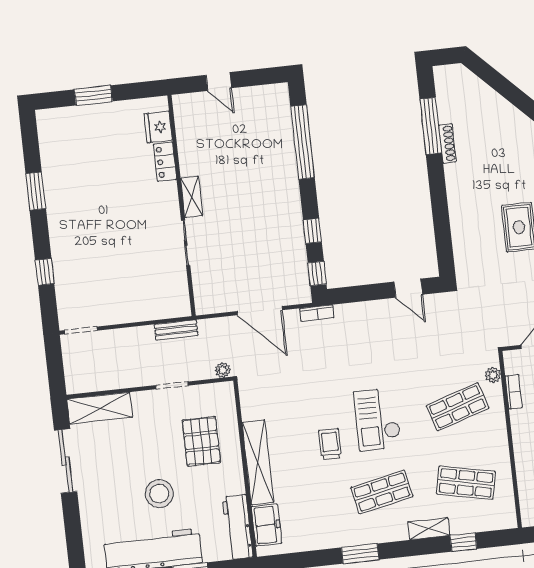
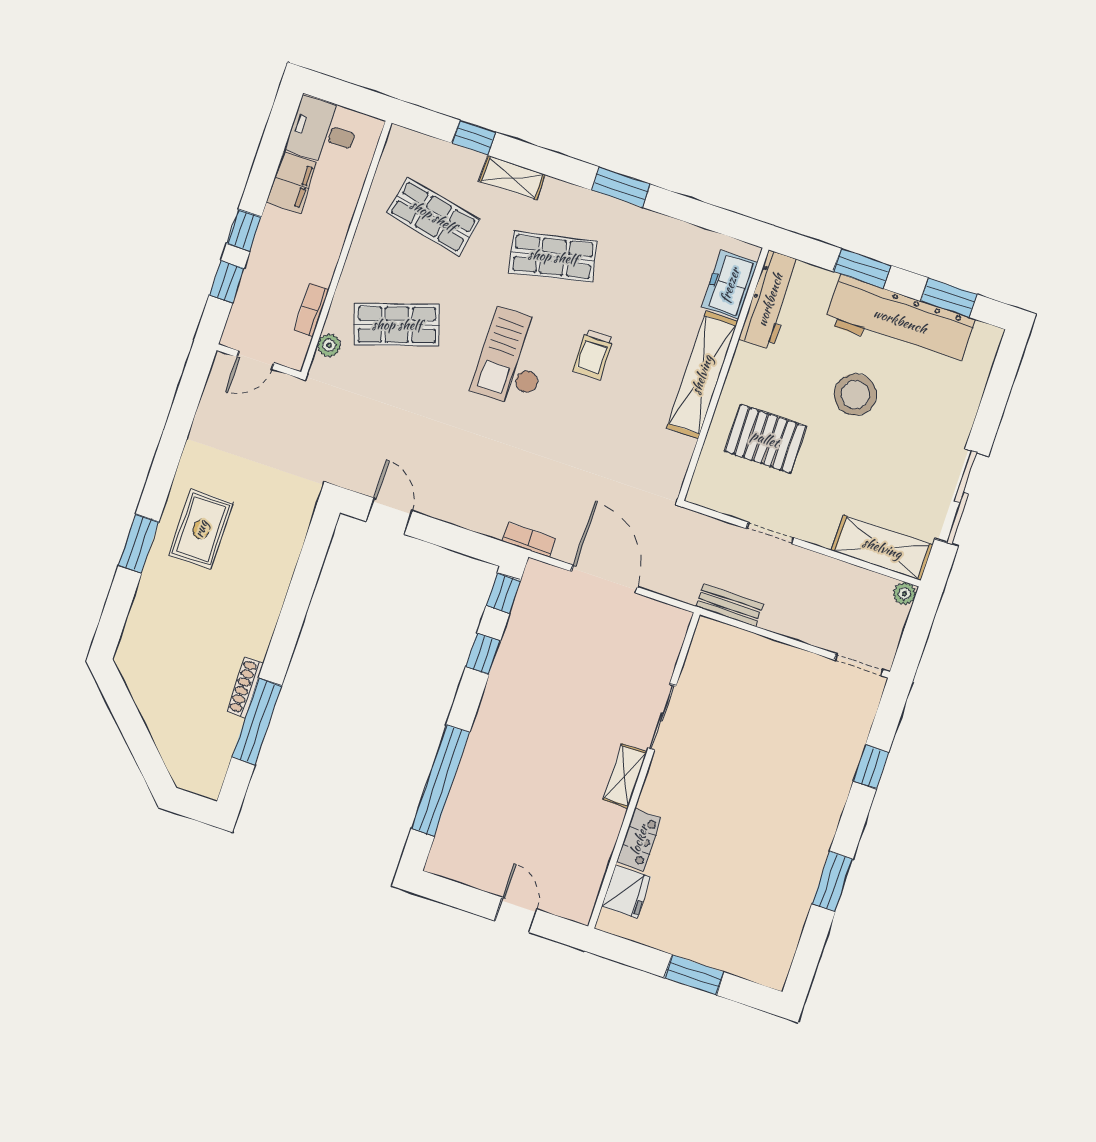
plant: (223, 370) -> (904, 594), moved
checkout: (377, 419) -> (513, 358), turned 180
pallet: (201, 441) -> (765, 439), turned 90

